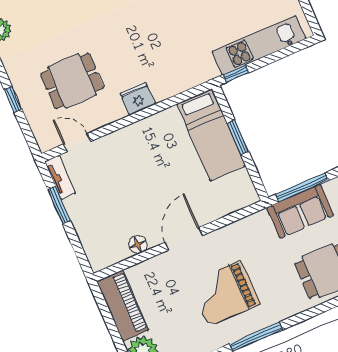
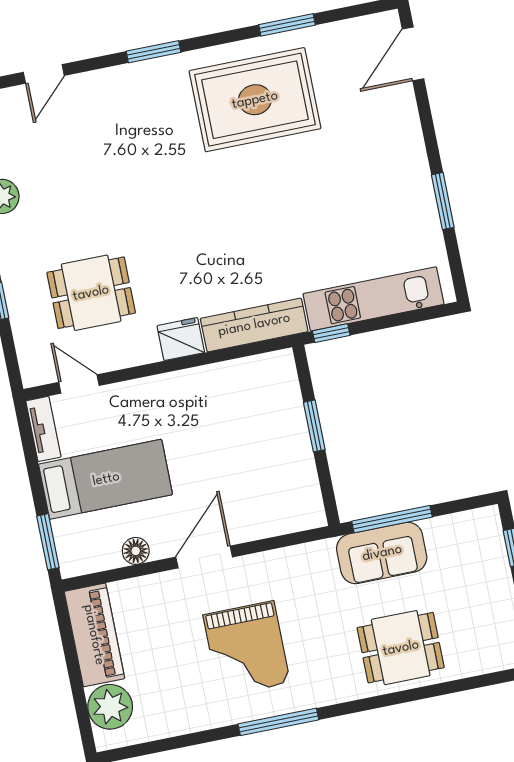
kitchen counter: (184, 79) -> (254, 325), added
bed: (211, 135) -> (106, 479), moved, turned -90
window: (59, 205) -> (48, 542), moved
grand piano: (225, 293) -> (247, 649), turned -90

